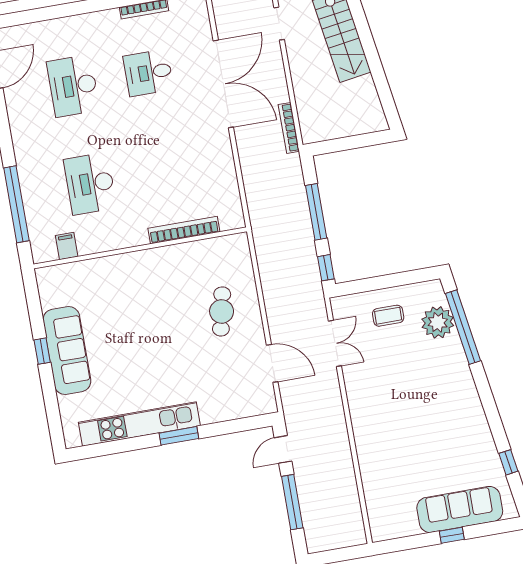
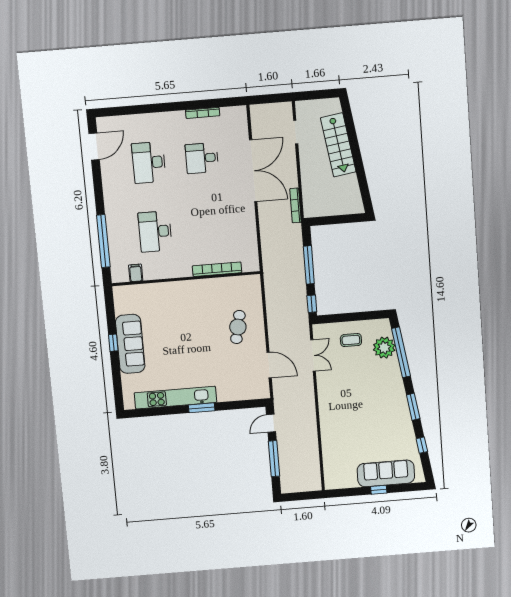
window: (489, 406) -> (413, 407), added

